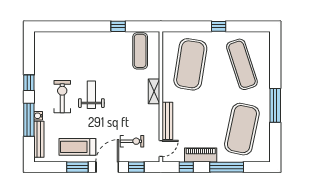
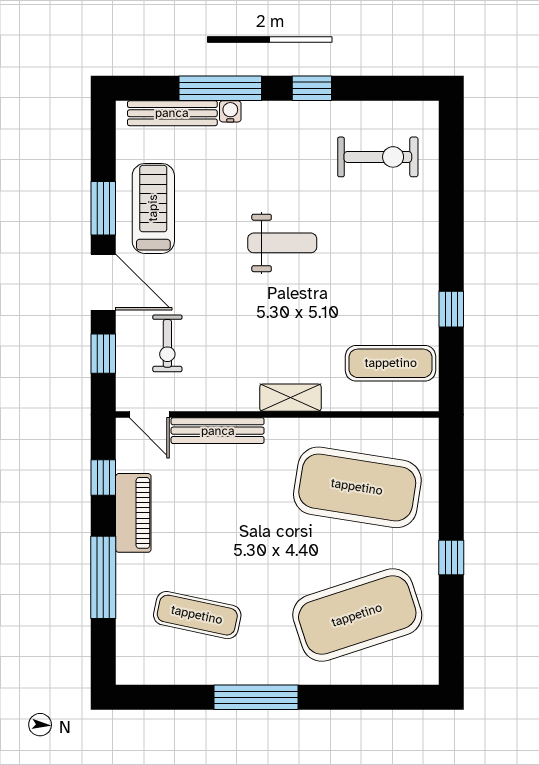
exercise mat: (242, 64) -> (357, 615), width x1.47
exercise bike: (62, 97) -> (378, 157), moved
exercise mat: (242, 129) -> (197, 615), width x0.50, depth x0.69

